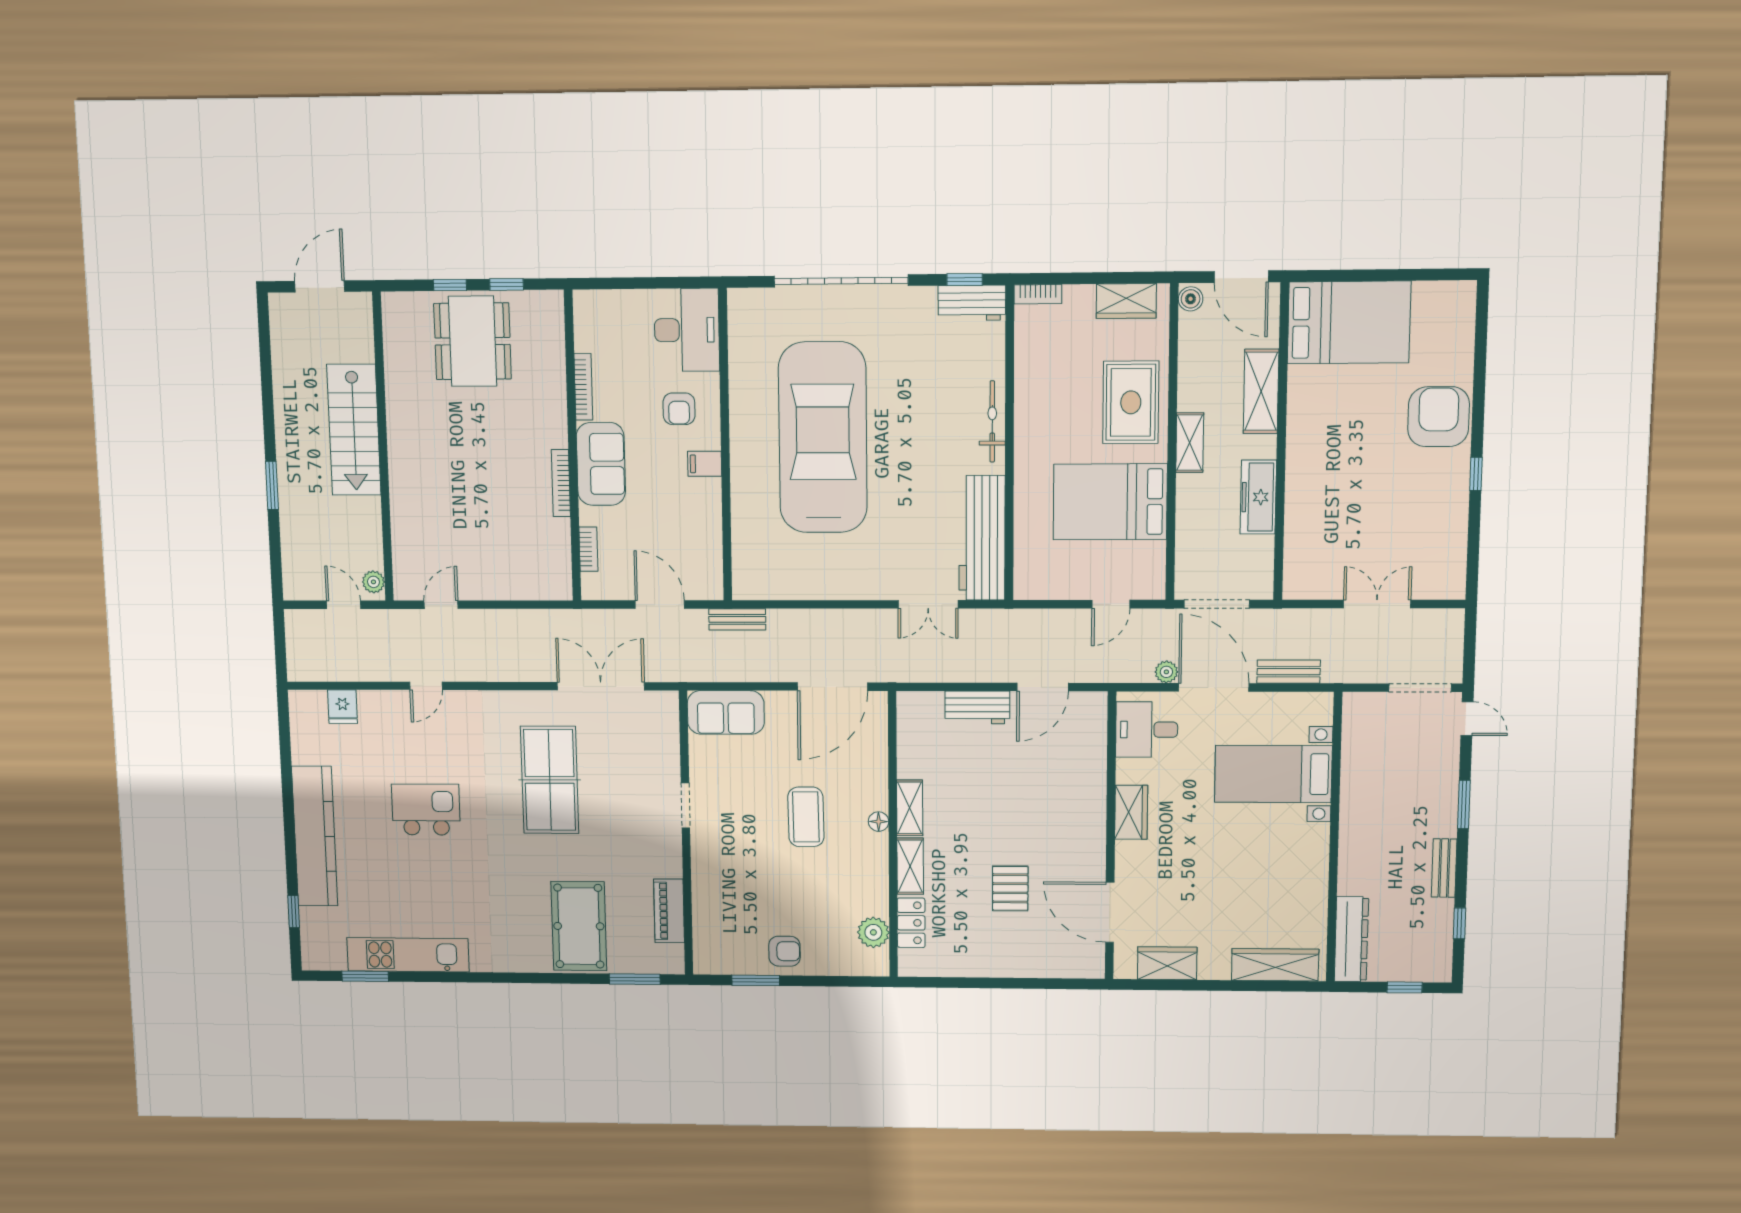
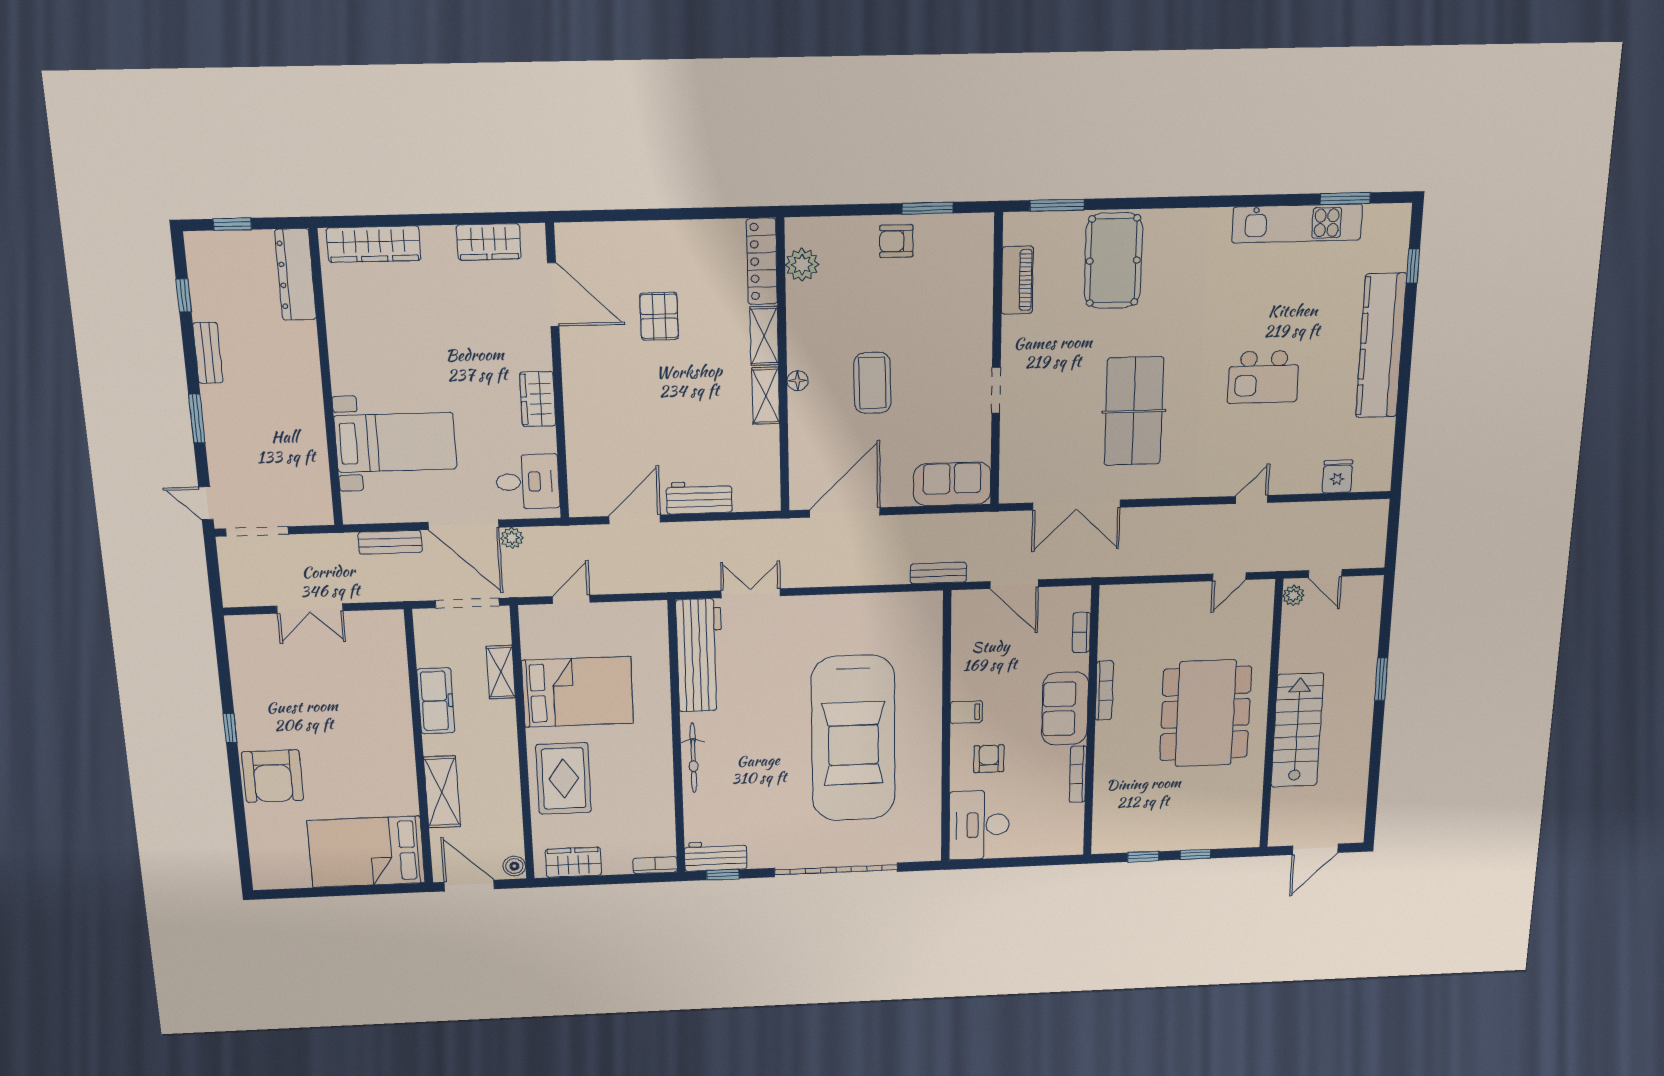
dining table: (473, 341) -> (1206, 713), moved, width x1.36, depth x1.24
shelving: (1190, 443) -> (501, 672), moved
locker: (911, 923) -> (762, 261), width x1.53

